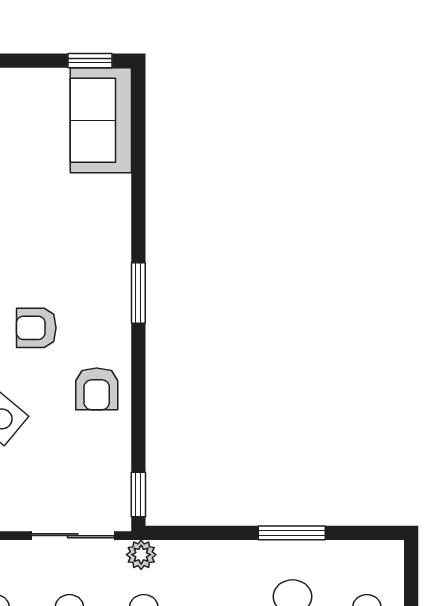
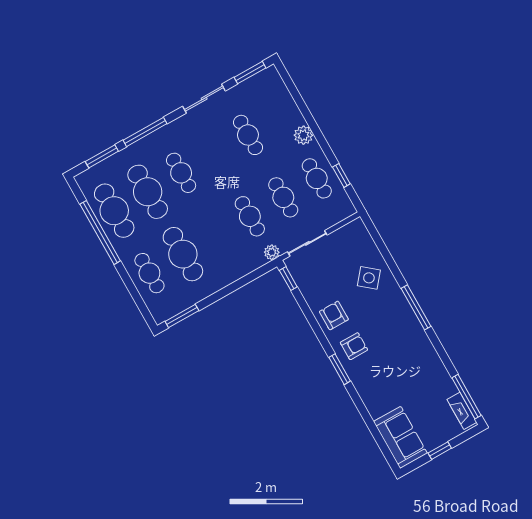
window: (90, 61) -> (440, 451), moved
armchair: (36, 328) -> (354, 346), moved
window: (292, 533) -> (182, 316), moved

